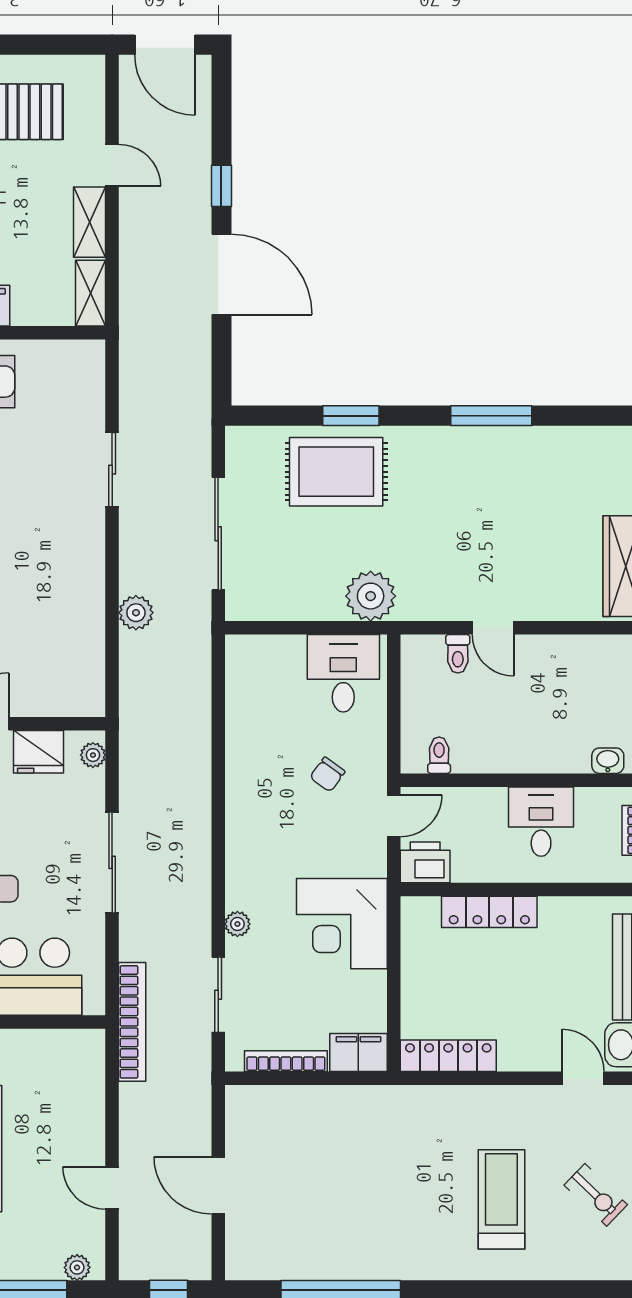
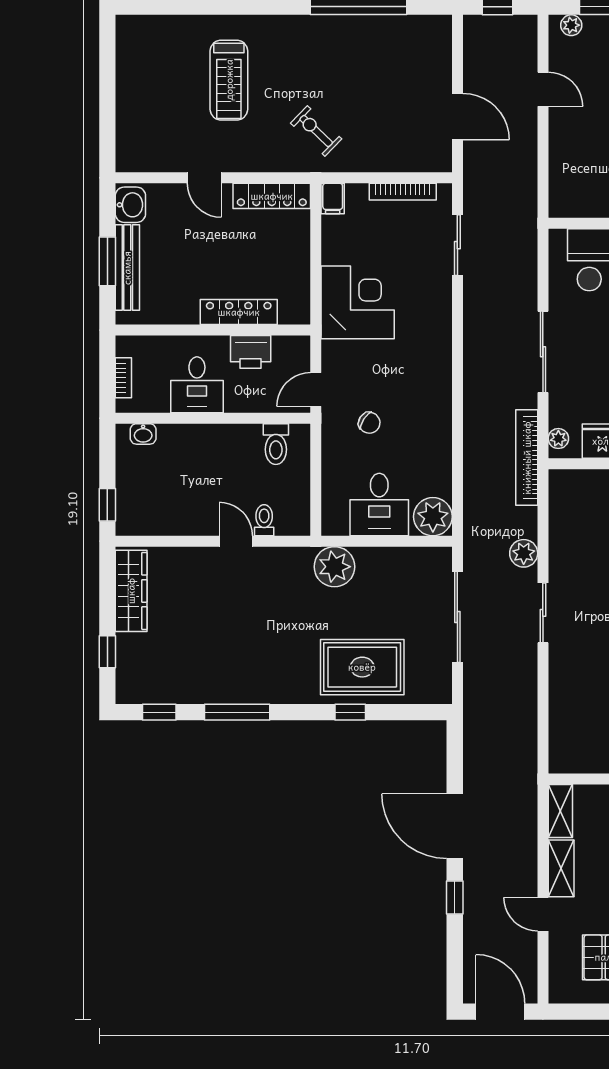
window: (351, 416) -> (350, 712), width x0.67
window: (588, 416) -> (159, 712), added
sliding door: (112, 470) -> (543, 613), moved
desk: (343, 673) -> (379, 505), moved
toilet: (439, 755) -> (276, 444), width x1.37, depth x1.39
chair: (327, 775) -> (369, 423), turned 87
printer: (425, 862) -> (251, 352), moved
plant: (237, 924) -> (433, 517), moved, width x1.88, depth x1.88
bookcase: (132, 1022) -> (527, 458), moved
filing cabinet: (358, 1053) -> (333, 198), width x0.50
door: (583, 1078) -> (204, 178), moved
door: (218, 1185) -> (457, 117), moved
exercise bike: (596, 1195) -> (316, 131), moved

